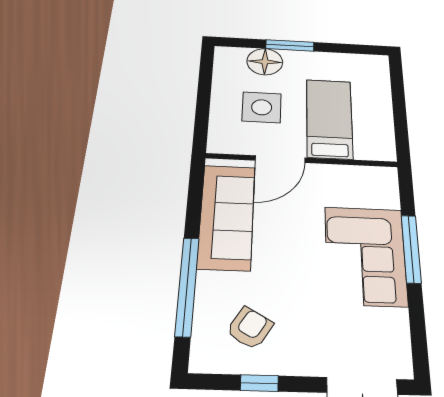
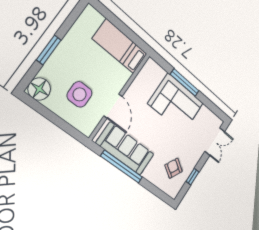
floor lamp: (265, 62) -> (39, 89), moved
bed: (329, 118) -> (120, 46), moved
window: (187, 286) -> (122, 167), moved

